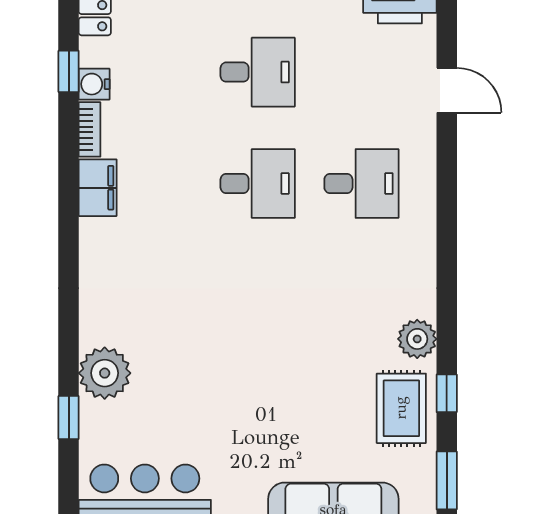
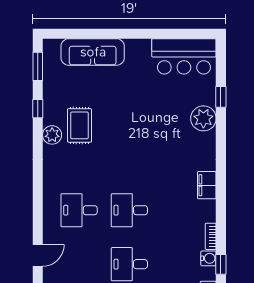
door: (447, 90) -> (38, 255), swing flipped
filing cabinet: (98, 188) -> (207, 185), moved
rug: (401, 408) -> (79, 125), moved

